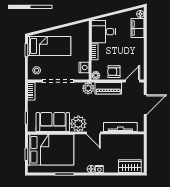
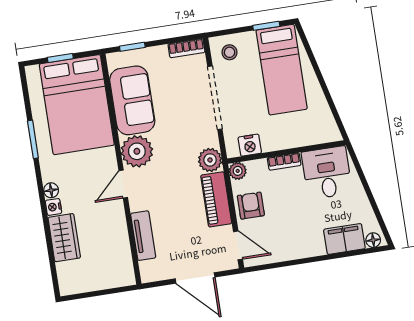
tv unit: (120, 127) -> (143, 236), width x0.71
wardrobe: (130, 166) -> (64, 238), moved

